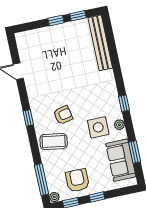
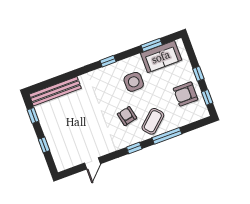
window: (56, 20) -> (44, 145), moved
plant: (119, 125) -> (128, 63), removed
coffee table: (54, 142) -> (153, 121), turned 39
window: (41, 180) -> (167, 136), moved
plant: (54, 197) -> (204, 113), removed

